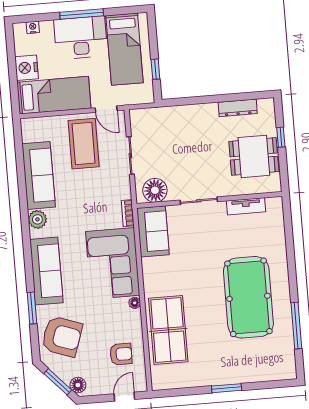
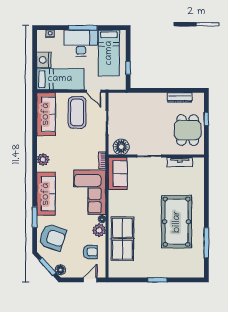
dining table: (254, 156) -> (188, 130), turned 90
sofa: (39, 175) -> (46, 114), moved
plant: (132, 320) -> (99, 230), added

